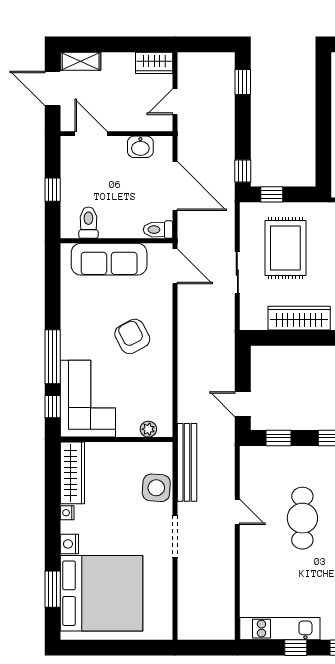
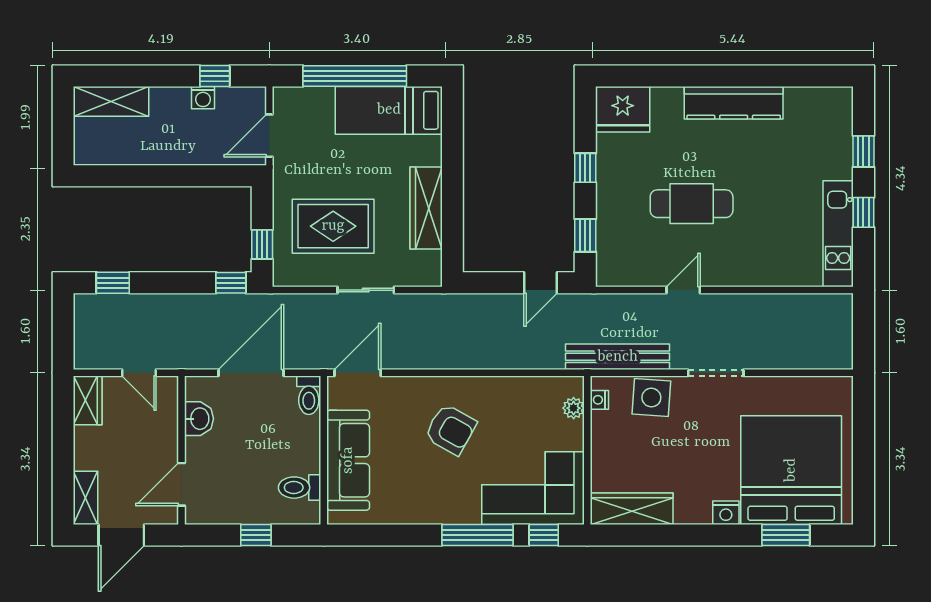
armchair: (132, 336) -> (451, 429), turned -123
nightstand: (67, 513) -> (599, 400), moved, turned 90

